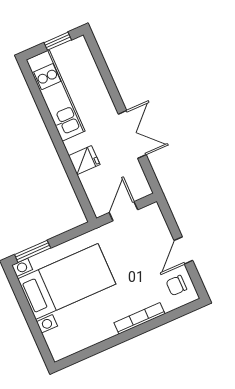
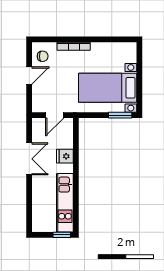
window: (58, 41) -> (62, 235), moved
double door: (132, 134) -> (29, 159), swing flipped

